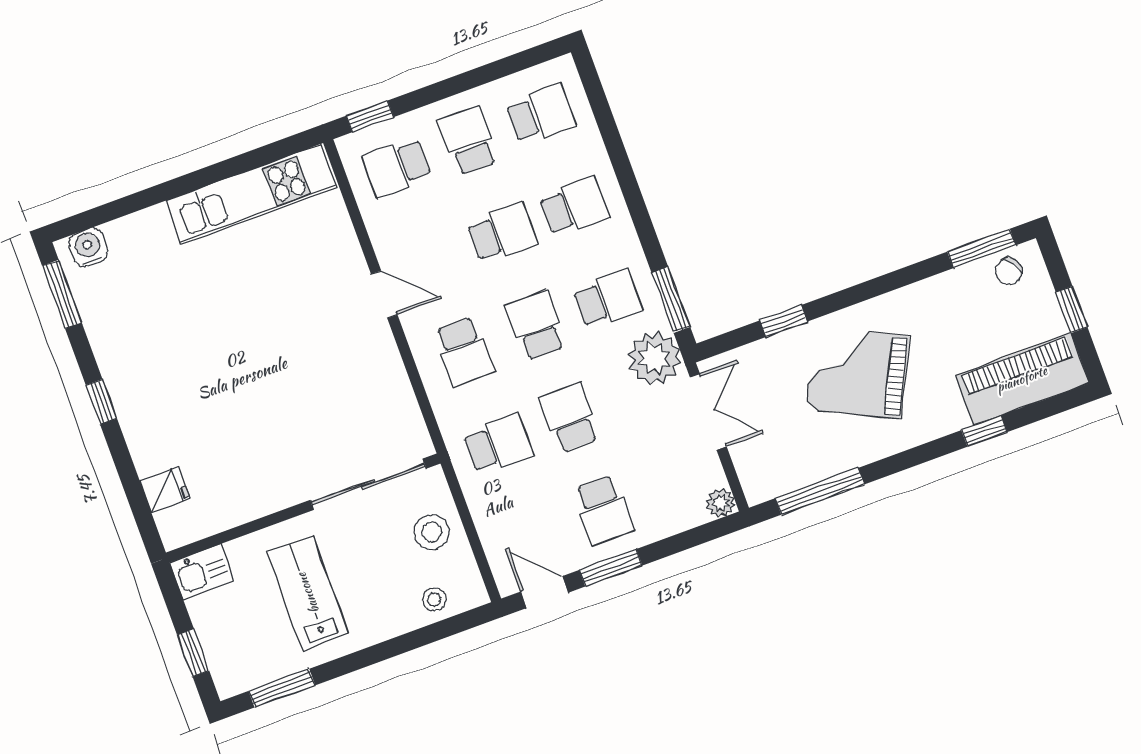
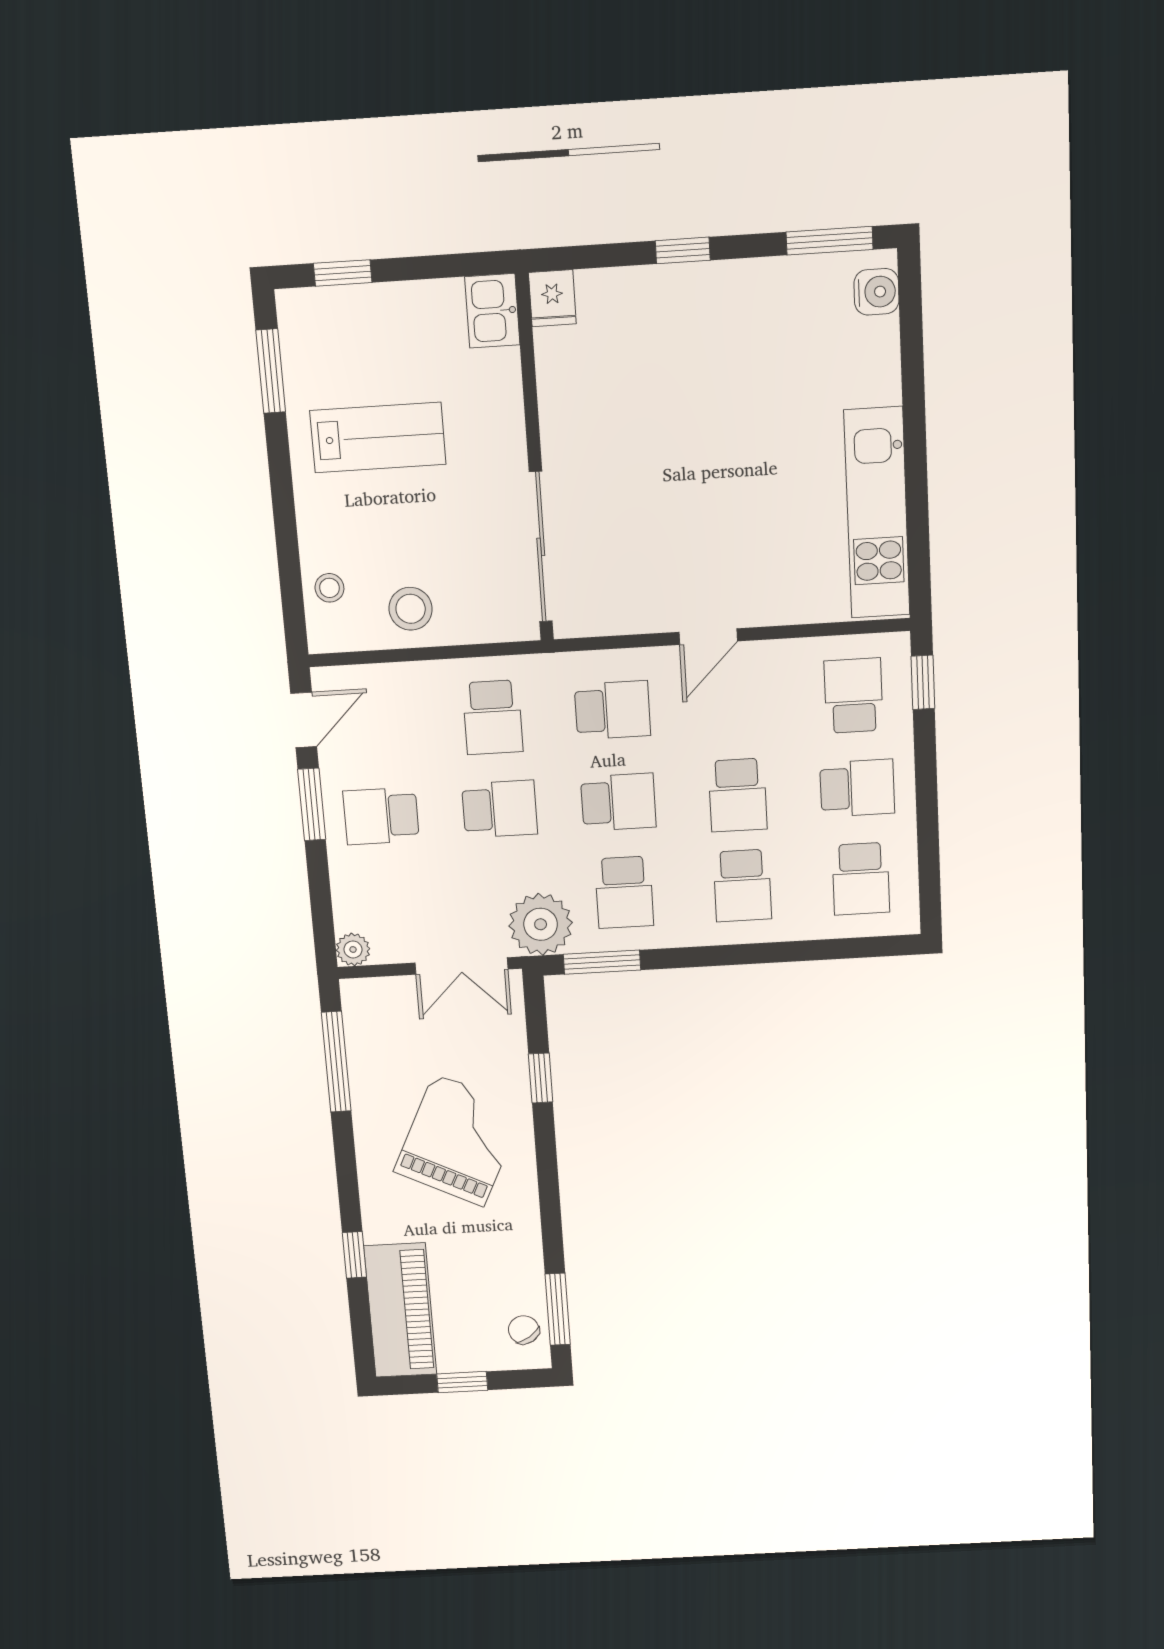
school desk: (464, 352) -> (613, 710), turned 180
sliding door: (368, 484) -> (541, 547), moved
wall: (303, 508) -> (535, 460), moved
kitchen sink: (202, 572) -> (492, 311), moved

